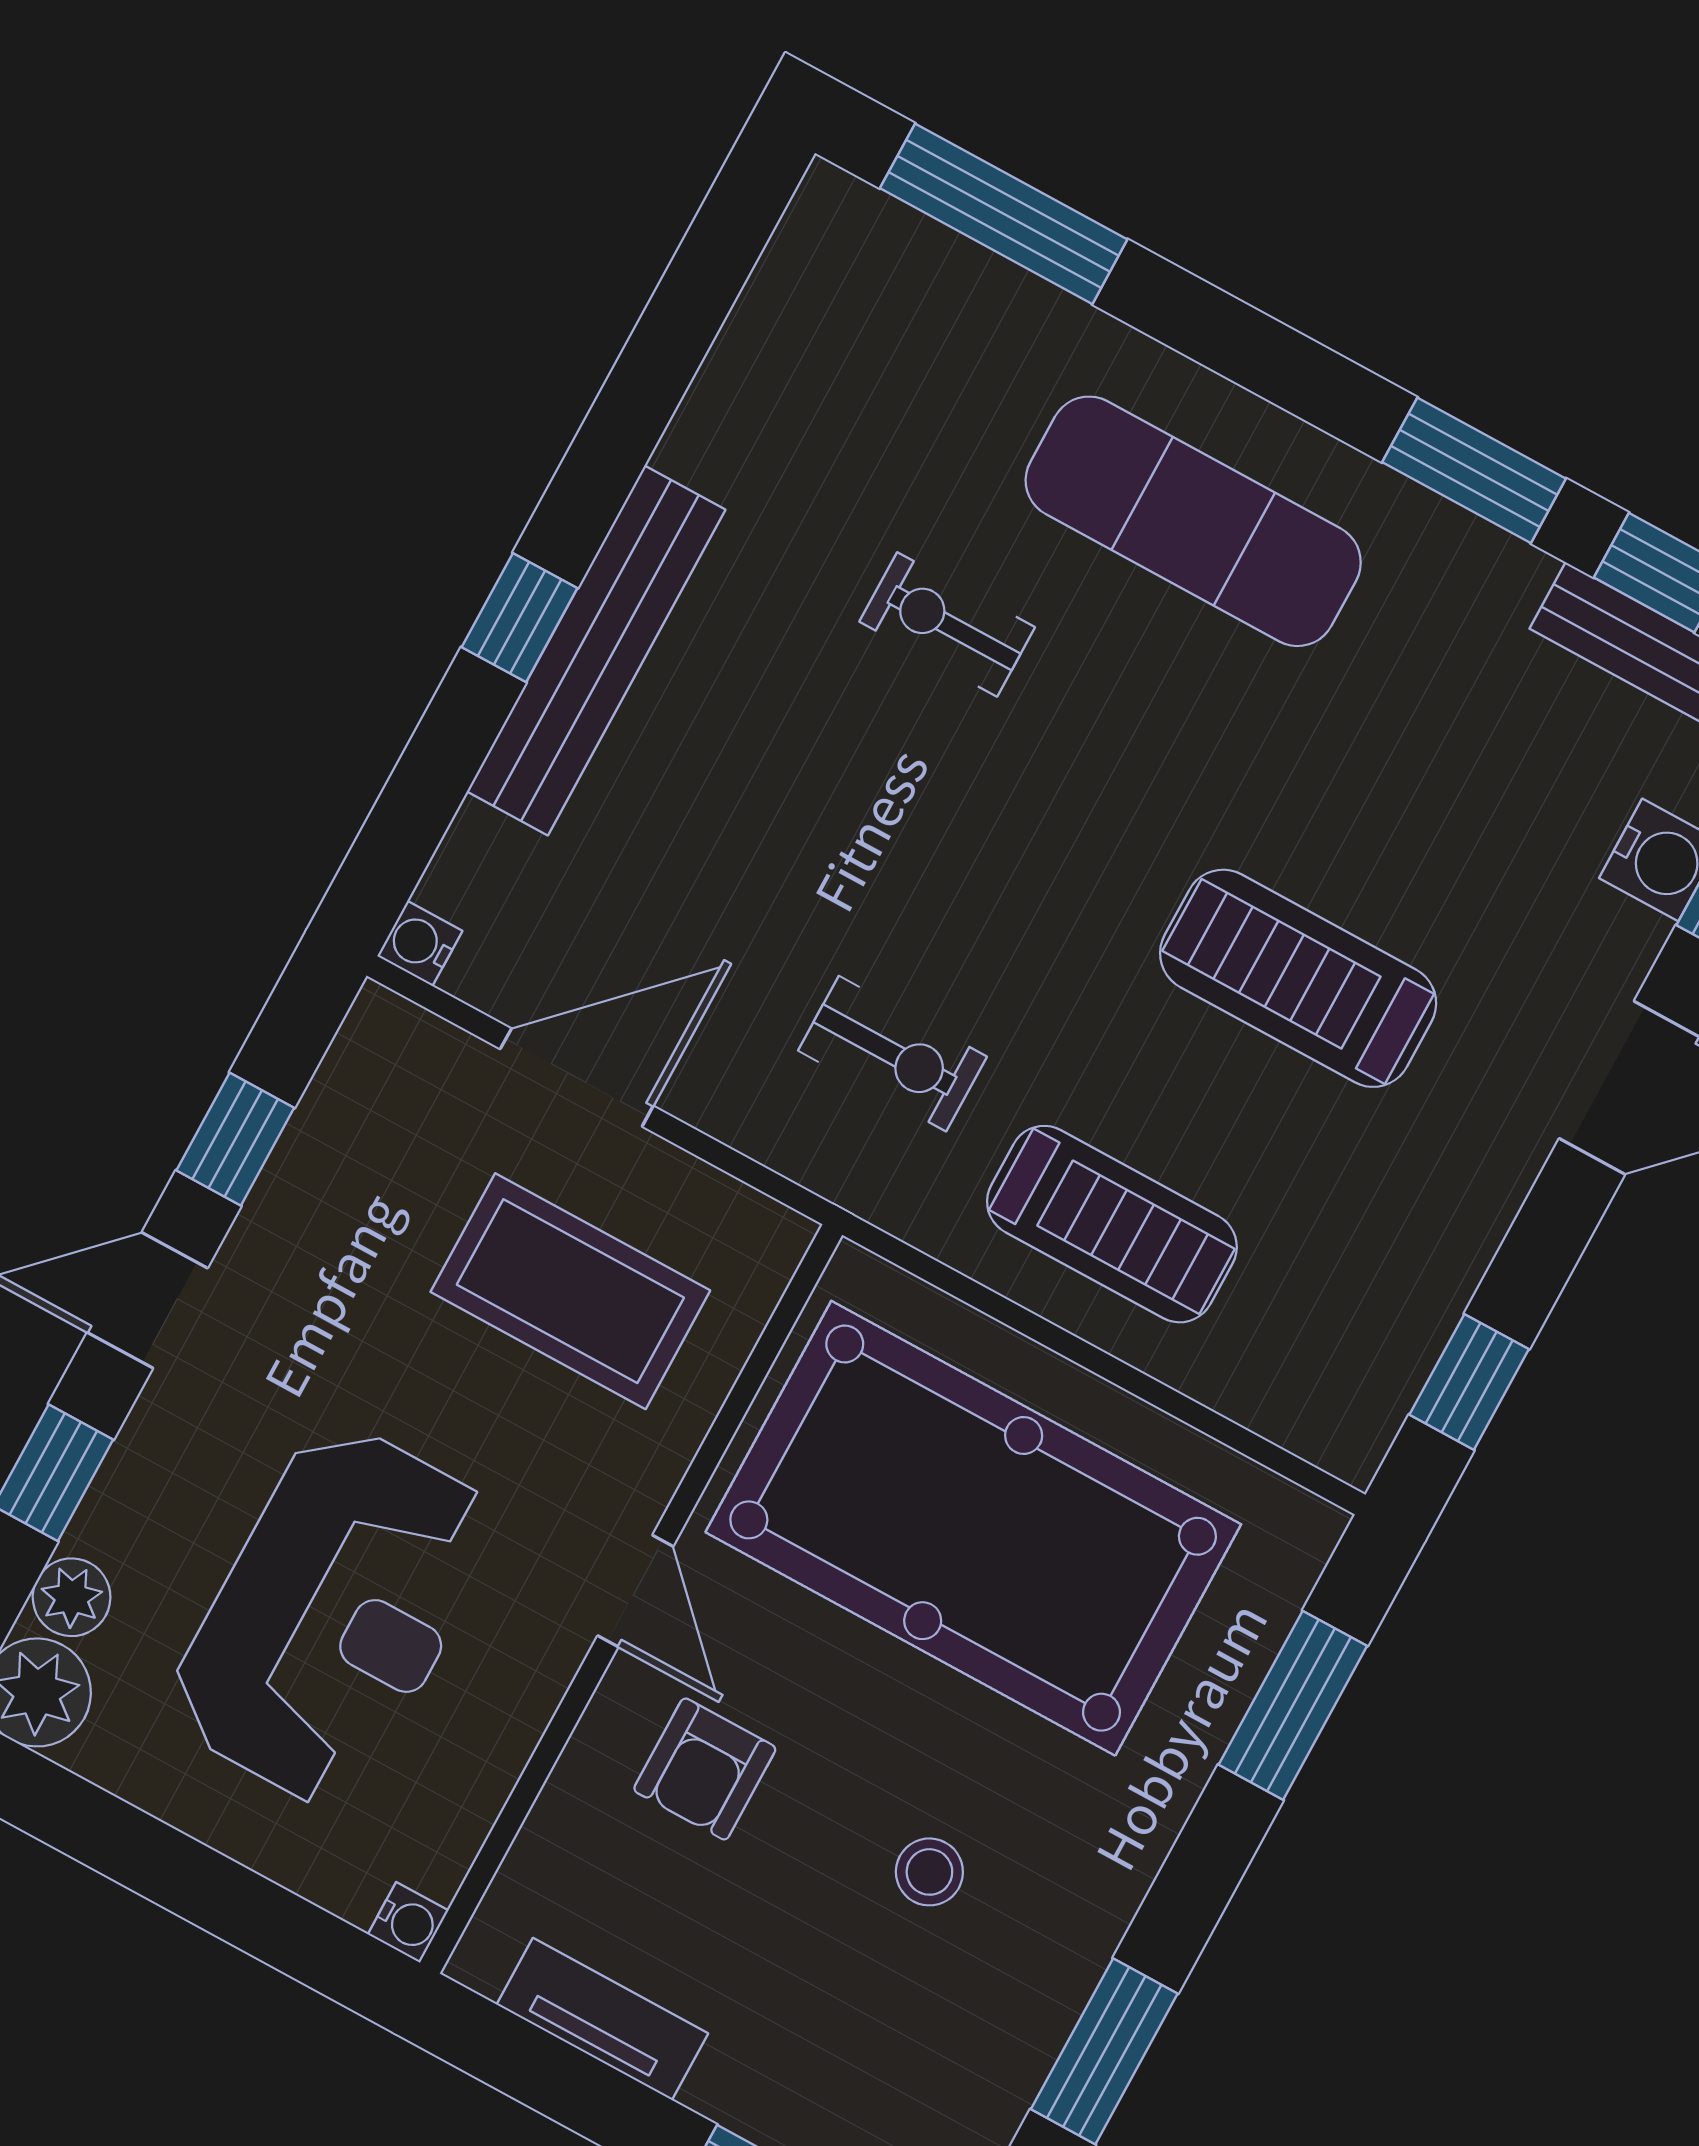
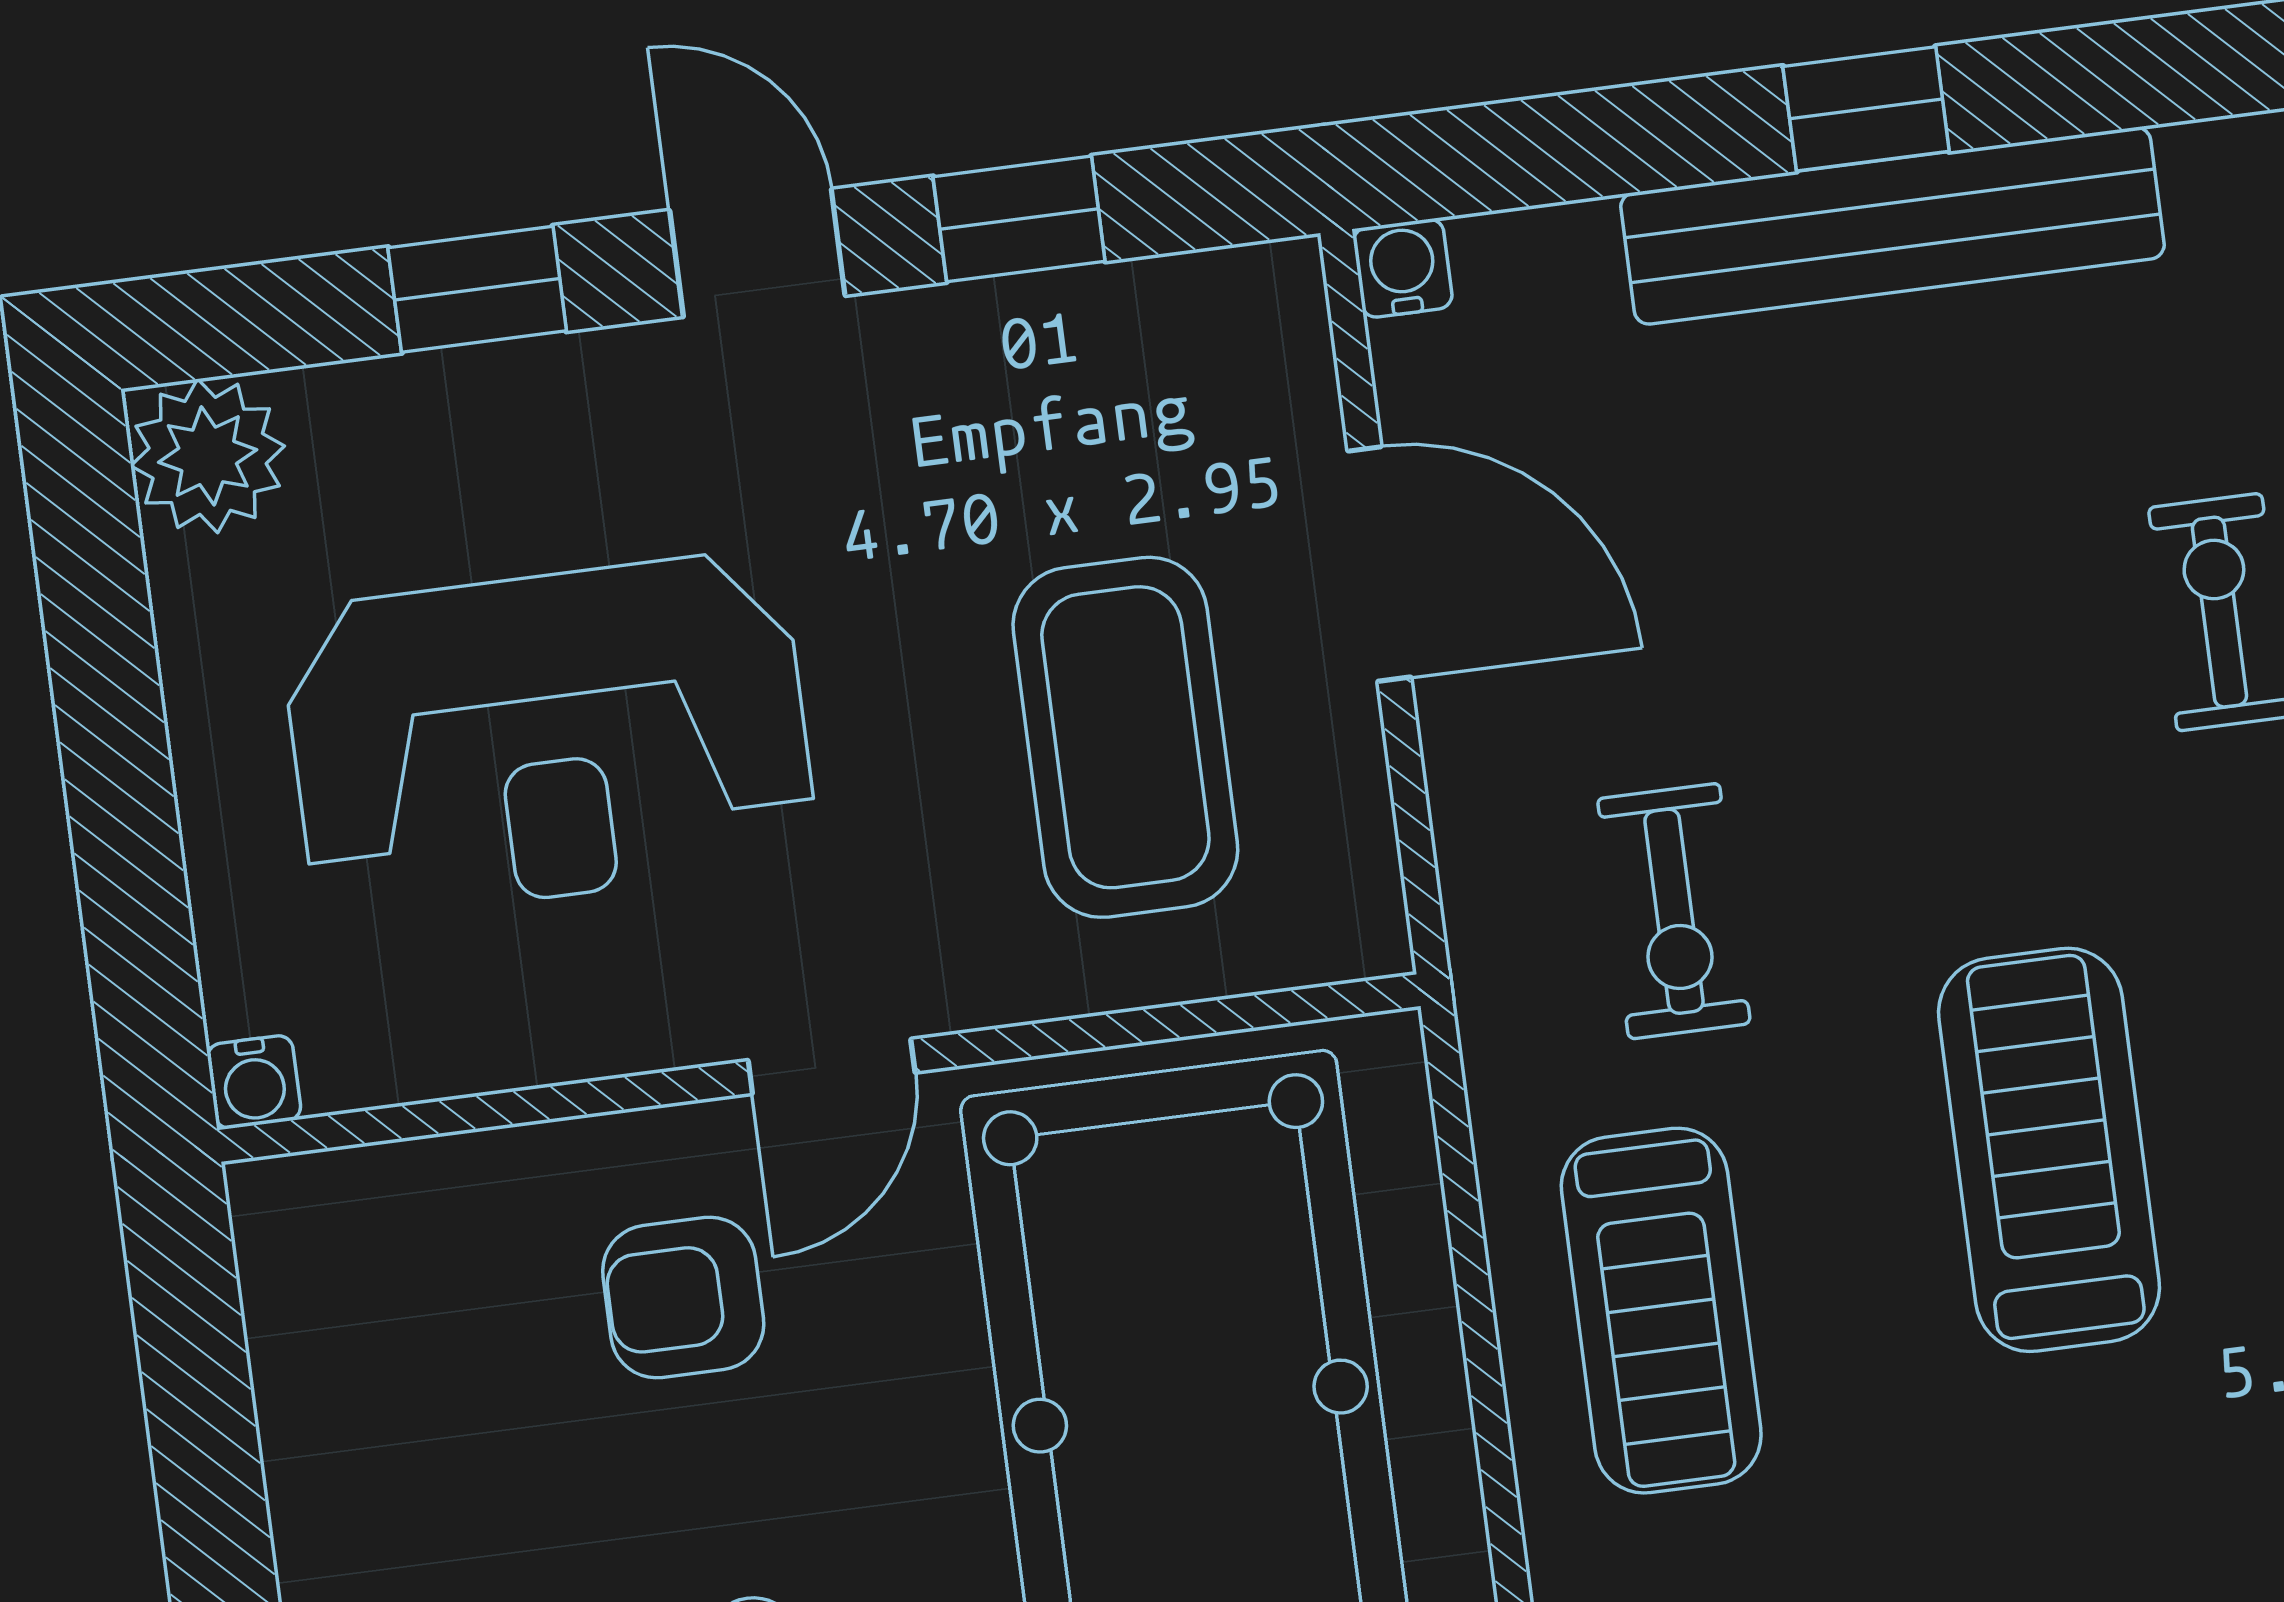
treadmill: (1298, 978) -> (2049, 1150), moved
plant: (72, 1597) -> (348, 416), removed
tv unit: (602, 2019) -> (306, 1390), removed

